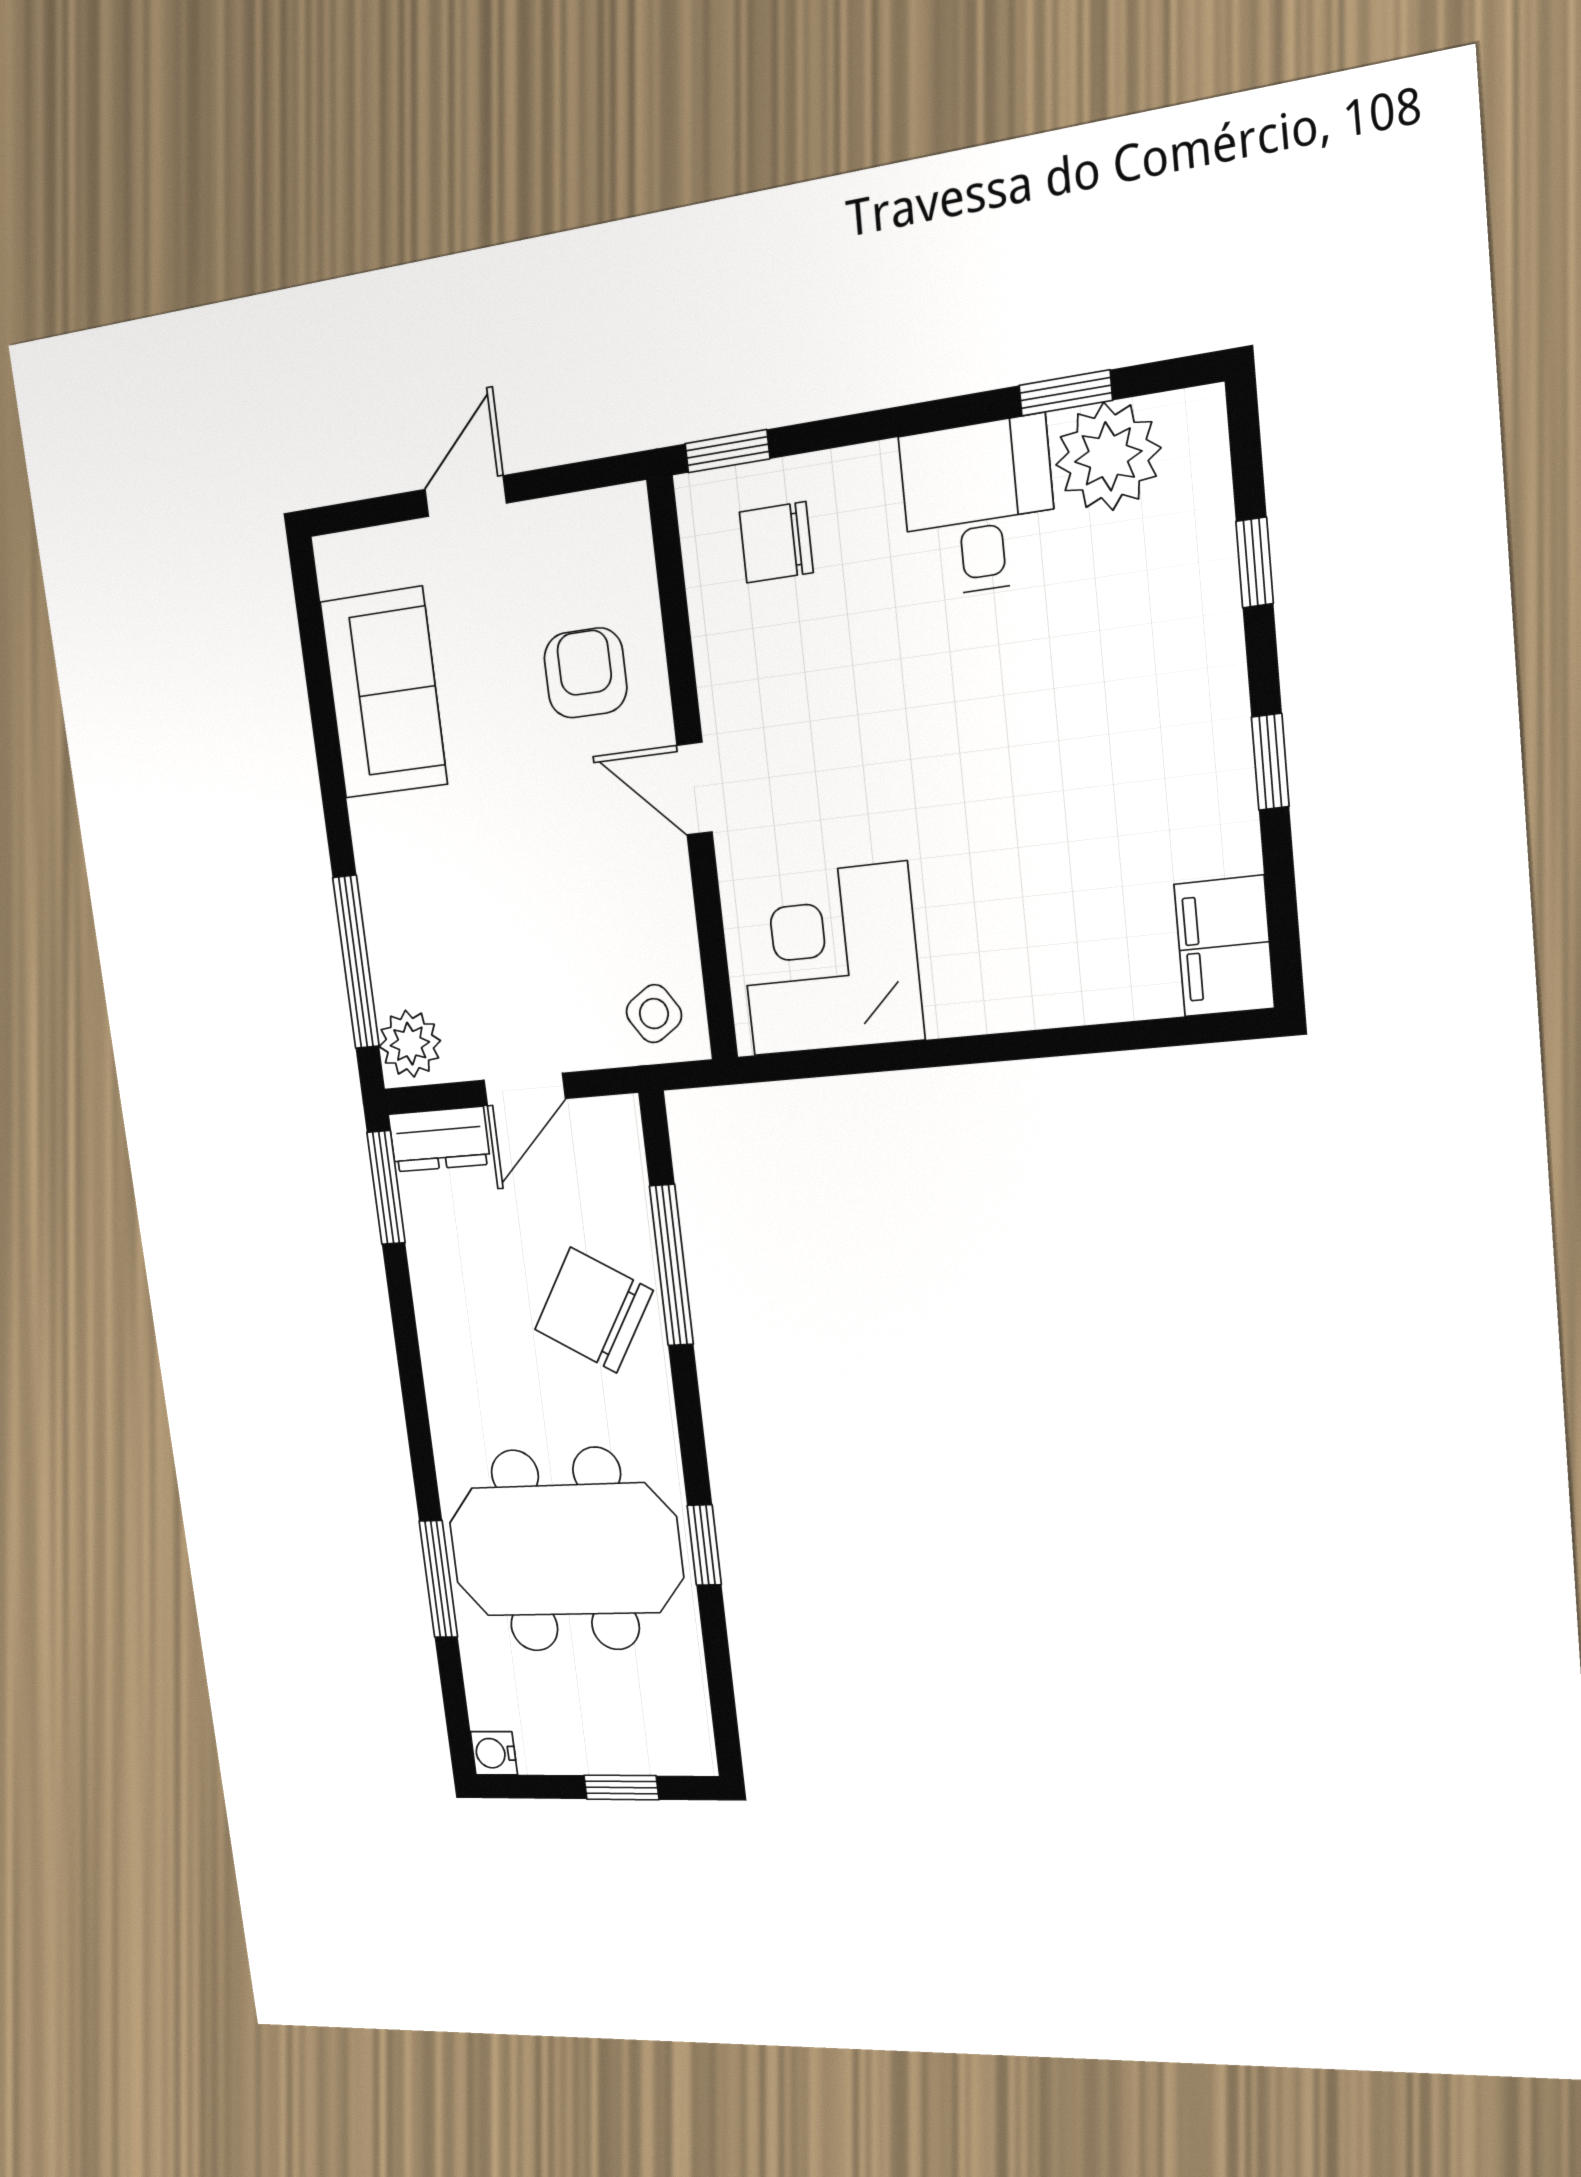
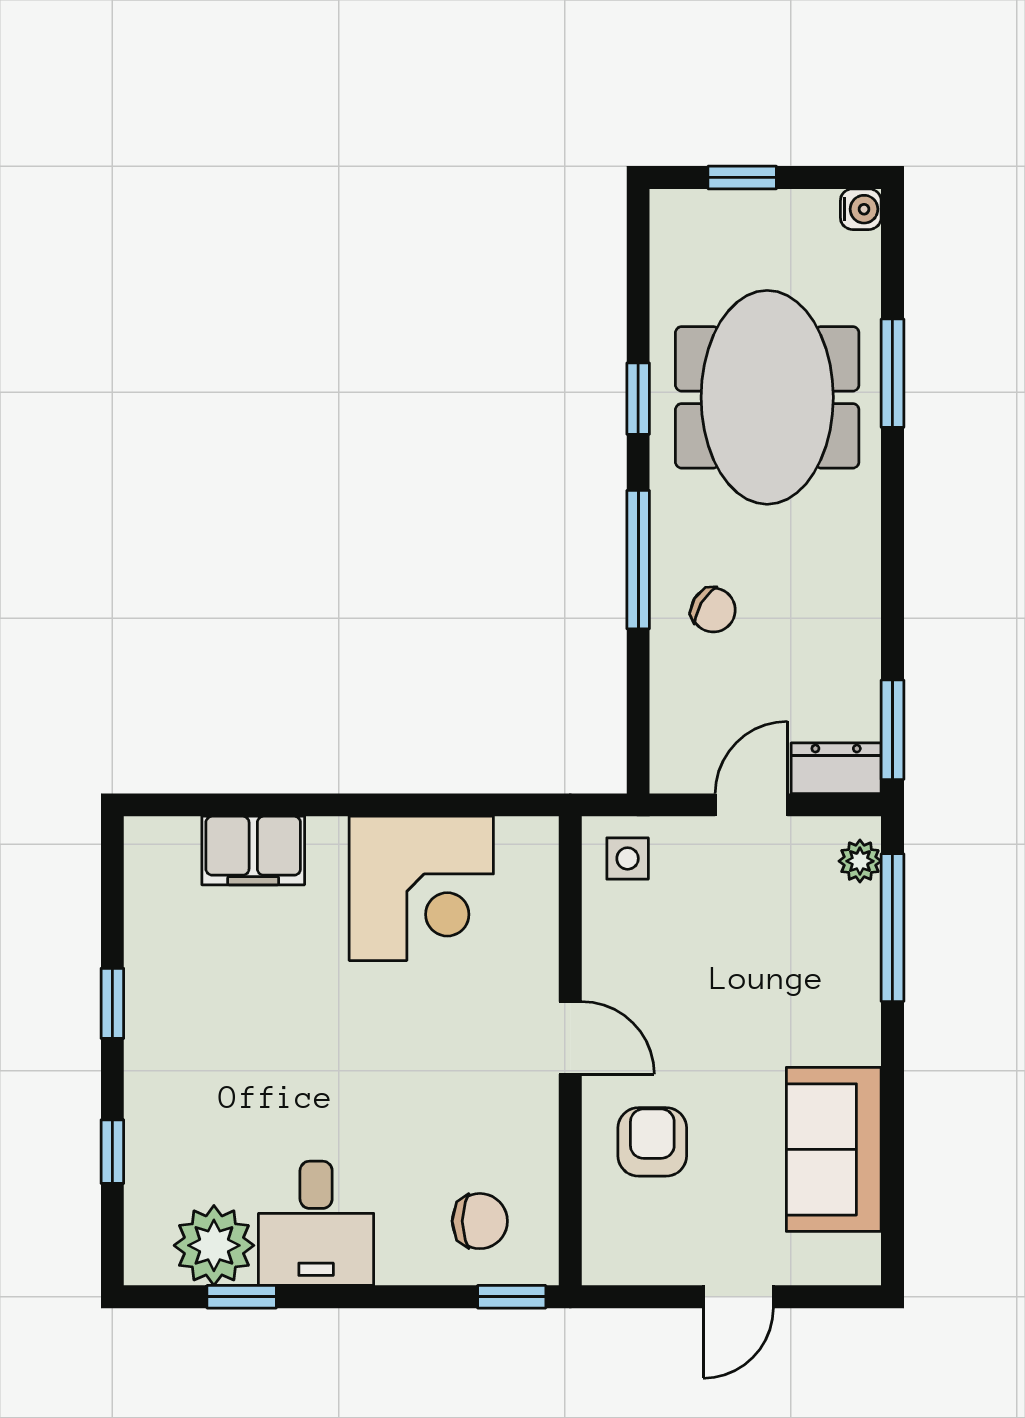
armchair: (586, 673) -> (652, 1142), turned 180
filing cabinet: (1224, 946) -> (253, 851), moved, turned 90
corner desk: (830, 959) -> (421, 888), moved
side table: (654, 1014) -> (628, 858), turned 34
plant: (410, 1044) -> (860, 861), width x0.73, depth x0.73
window: (671, 1265) -> (638, 560), moved
chair: (594, 1310) -> (713, 610), width x0.54, depth x0.54
meeting table: (565, 1550) -> (767, 397), turned 90

